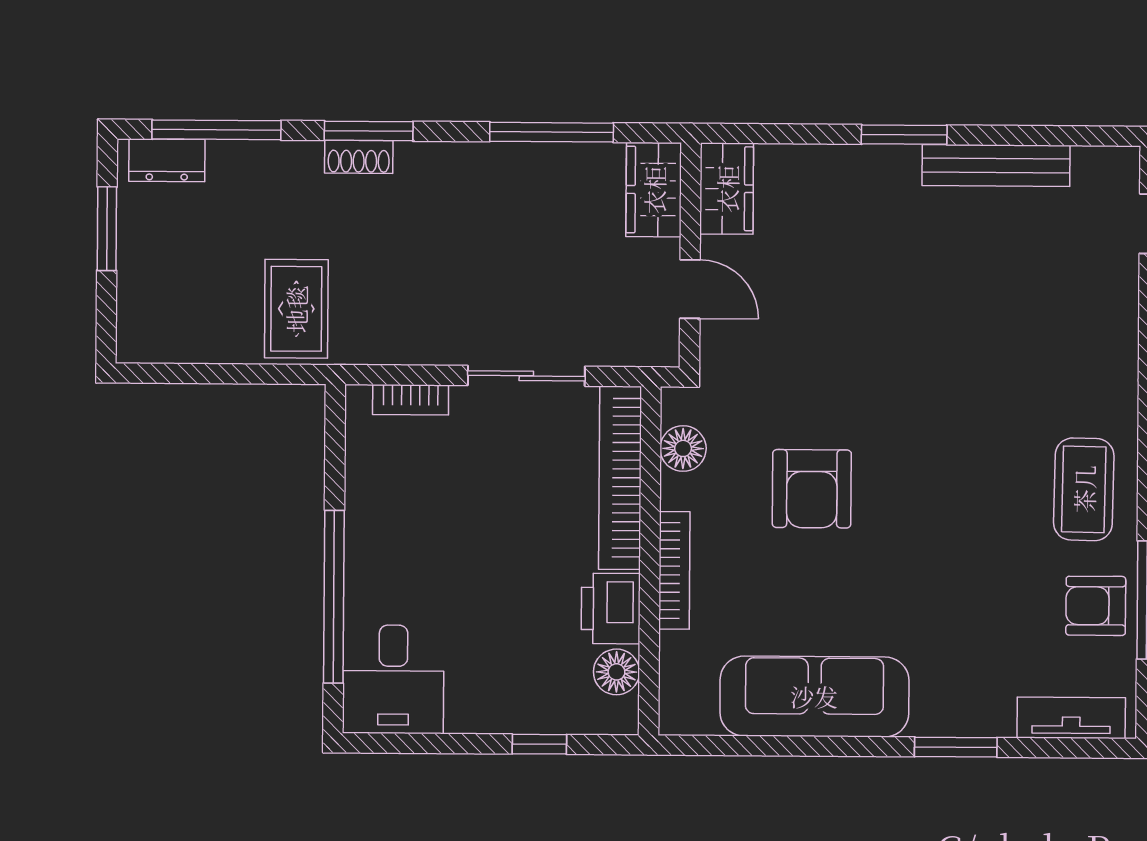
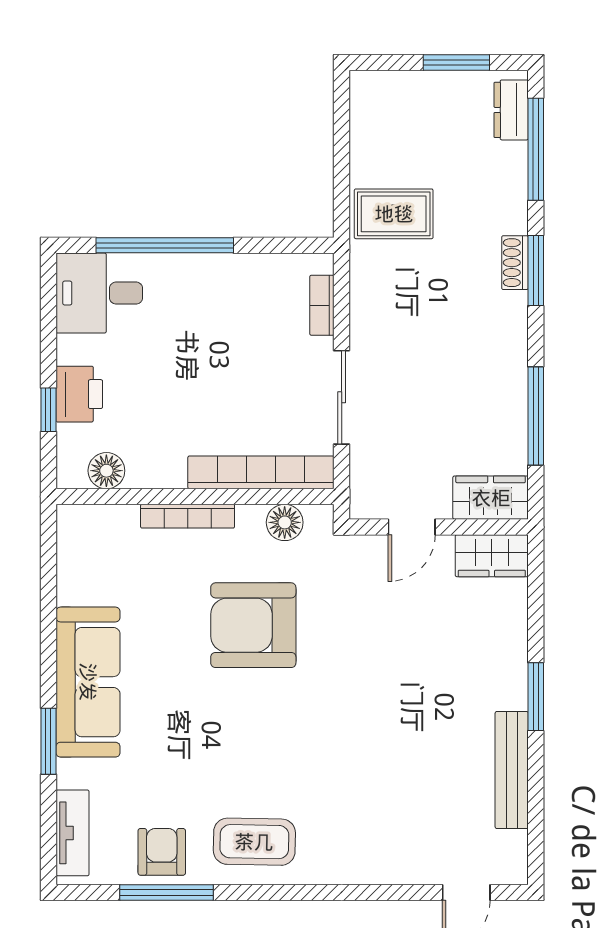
armchair: (812, 489) -> (253, 625), width x1.36, depth x1.36
printer: (611, 609) -> (79, 394), moved, turned 90
sofa: (814, 696) -> (88, 682), moved

